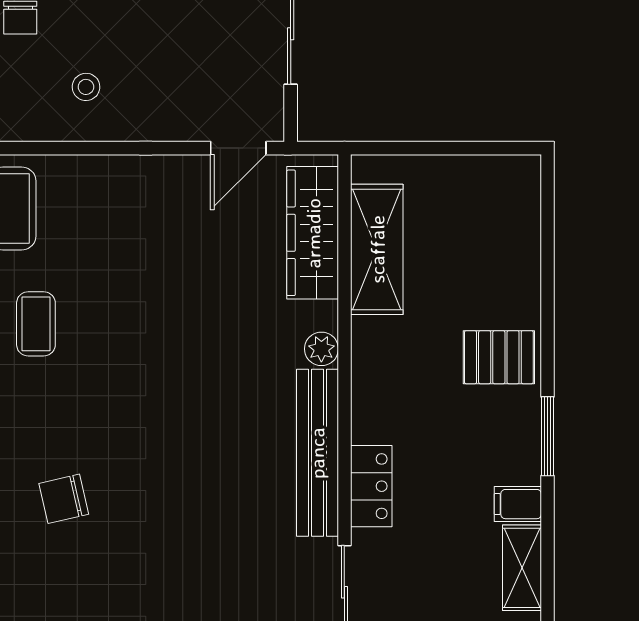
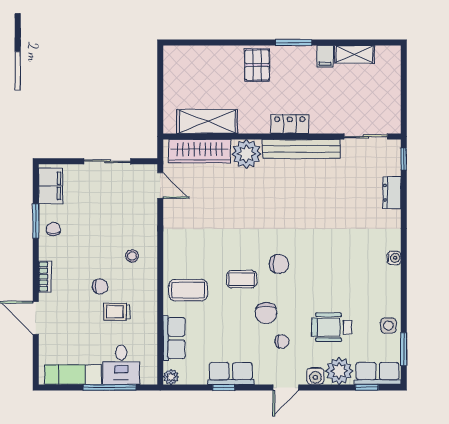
plant: (321, 349) -> (246, 154), width x1.88, depth x1.88
locker: (371, 486) -> (290, 124), moved
chair: (64, 499) -> (279, 264), moved, turned -77

